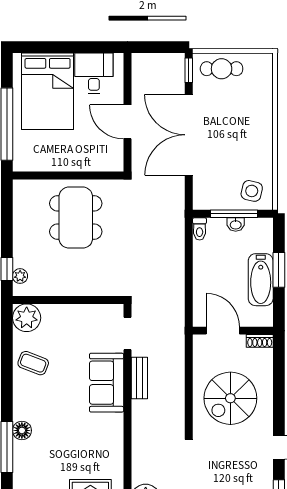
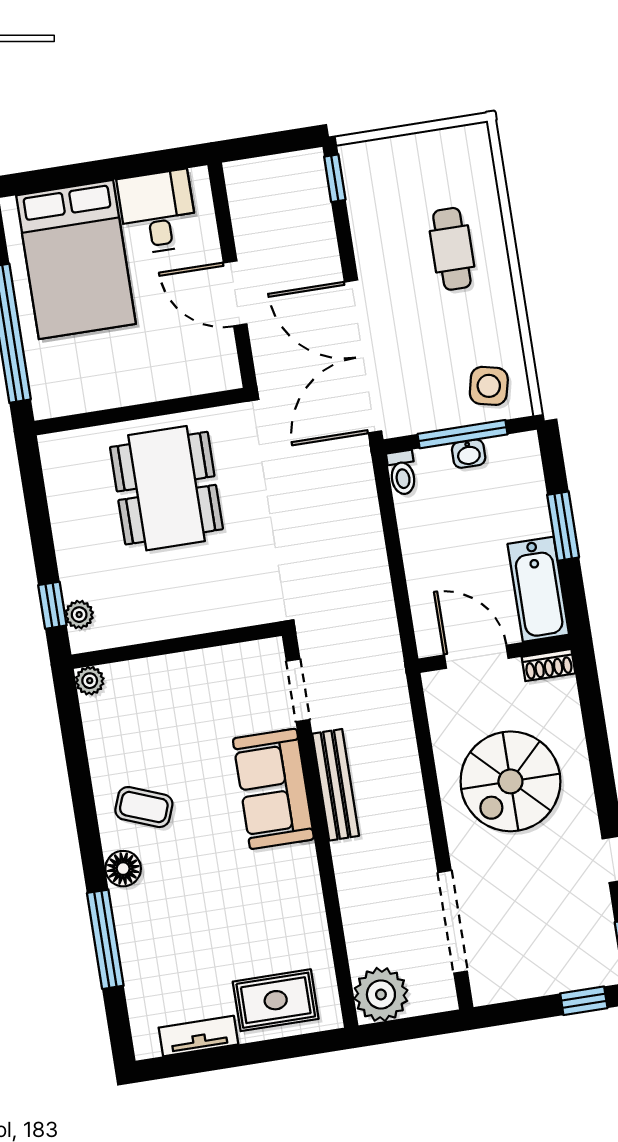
cafe table: (222, 69) -> (452, 249), moved, turned 90
double door: (189, 135) -> (363, 356), moved
bathtub: (261, 280) -> (538, 589), moved
plant: (27, 318) -> (90, 681), width x0.53, depth x0.53
coffee table: (33, 363) -> (144, 807), moved
bench: (139, 378) -> (336, 785), width x1.36
floor lamp: (22, 430) -> (123, 869), moved

